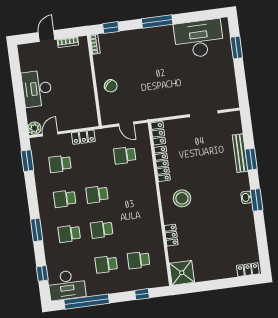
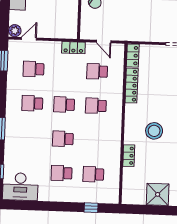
locker: (83, 137) -> (73, 48), moved
stool: (182, 198) -> (154, 131), moved
school desk: (69, 234) -> (96, 106), moved
shower: (182, 273) -> (158, 194), moved
window: (87, 302) -> (37, 206), removed

